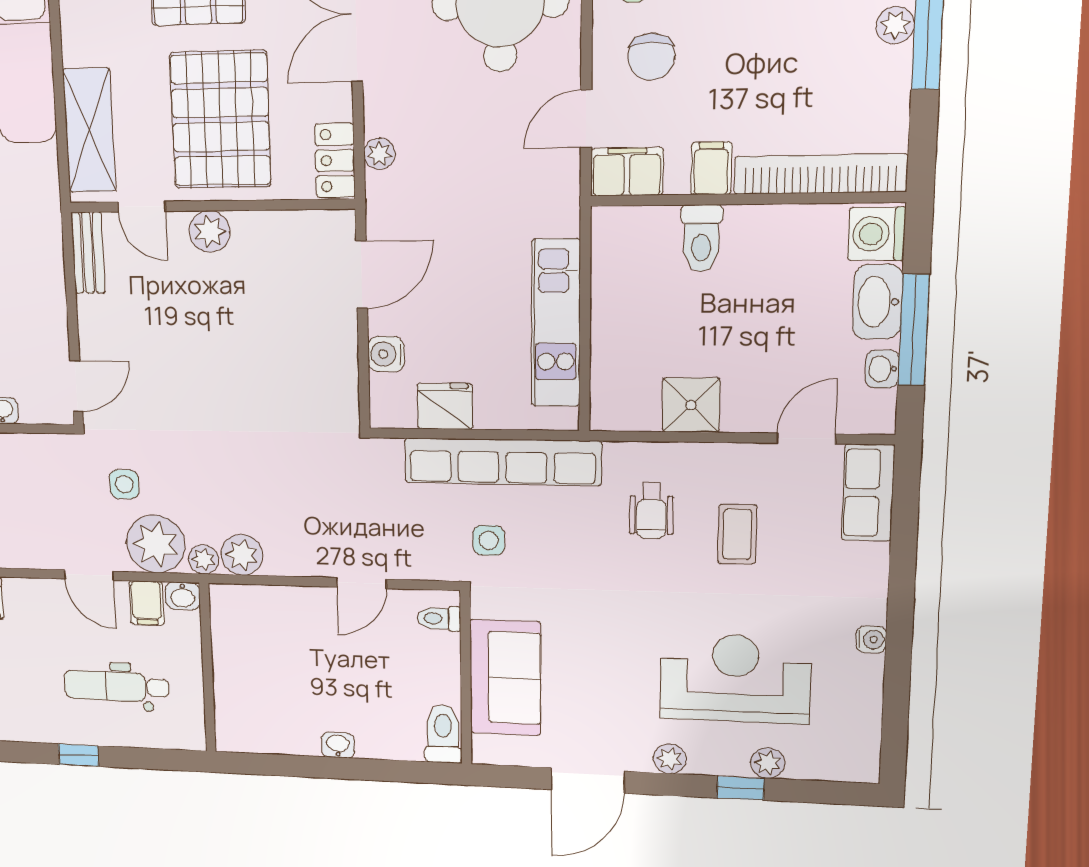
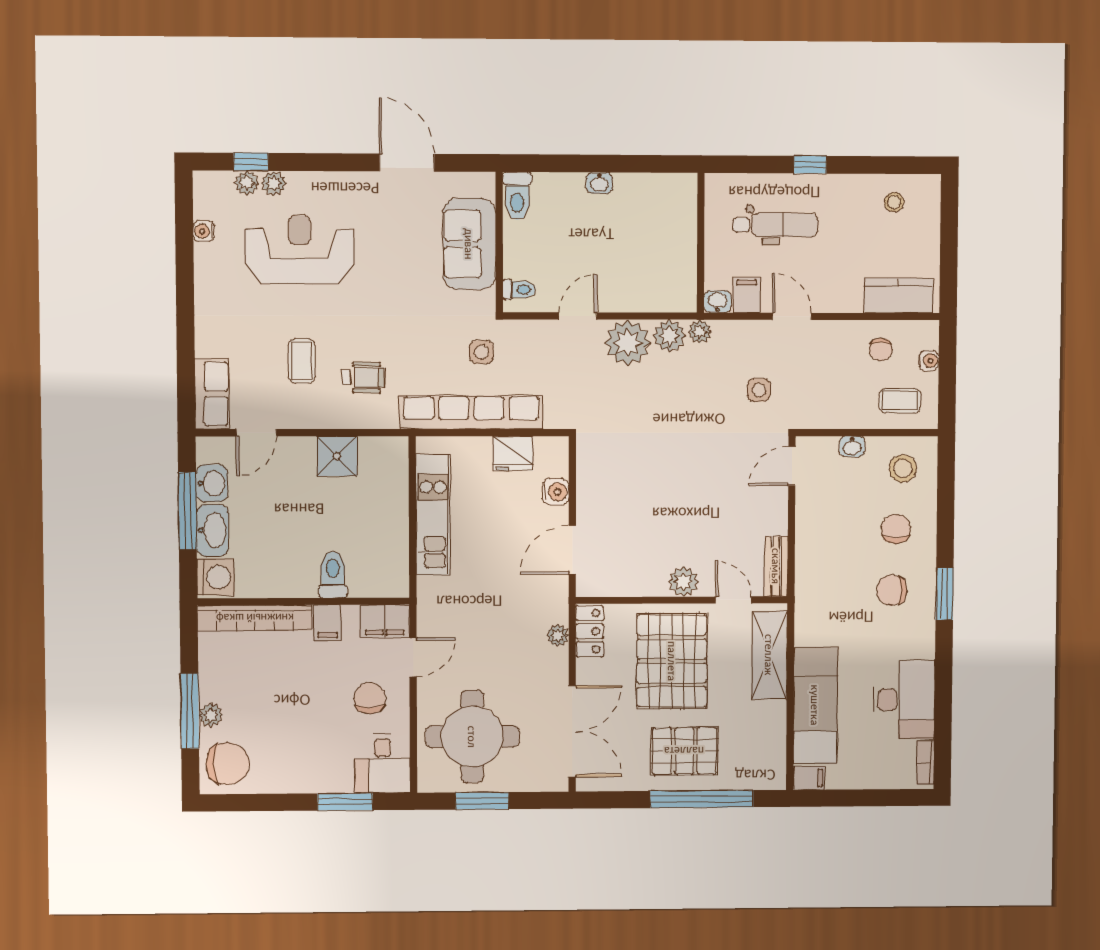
washbasin: (882, 369) -> (212, 483), width x1.38, depth x1.45
wheelchair: (651, 511) -> (363, 377), turned 90
plant: (156, 544) -> (628, 343), moved
water cooler: (871, 639) -> (204, 231), moved
reception desk: (735, 678) -> (300, 250), turned 180
plant: (670, 759) -> (247, 183), moved
door: (588, 780) -> (407, 163), hinge flipped
window: (741, 788) -> (251, 162), moved

